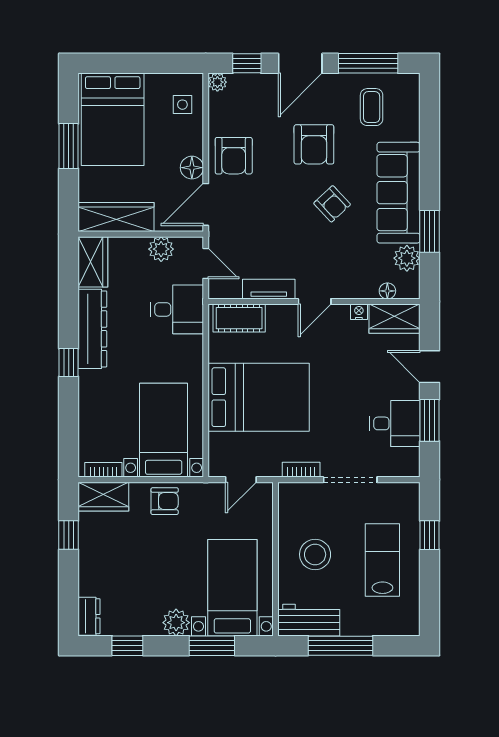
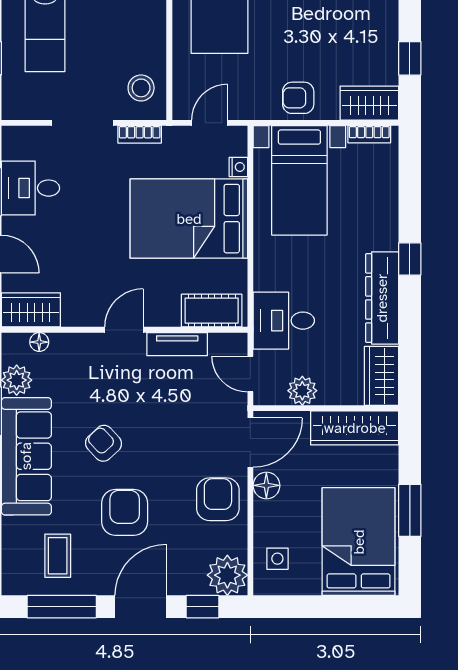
plant: (217, 82) -> (227, 575), width x1.87, depth x1.87
nightstand: (359, 312) -> (238, 167), moved, turned -90
stool: (315, 554) -> (141, 88), moved, width x0.73, depth x0.73

